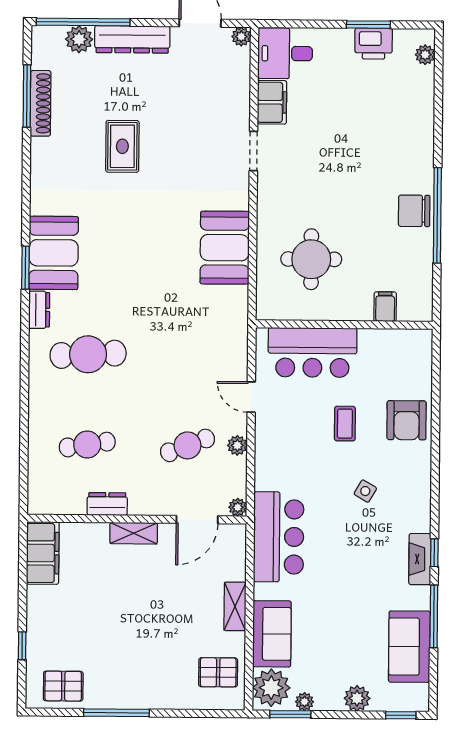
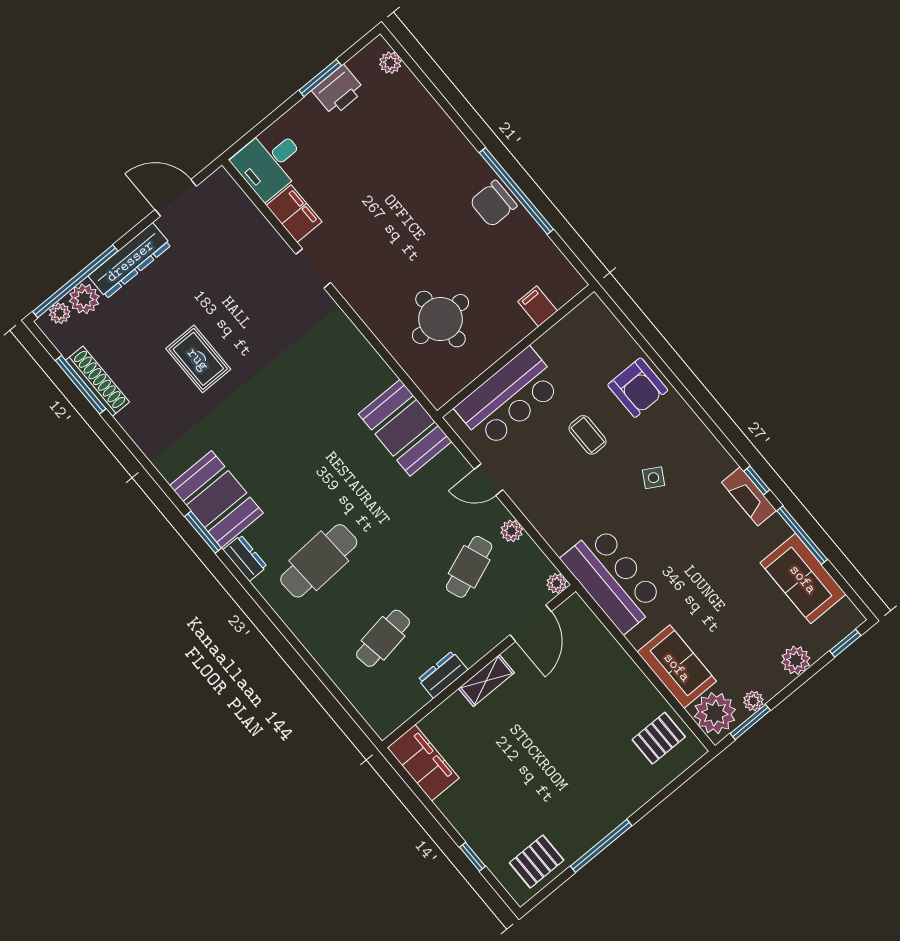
plant: (241, 37) -> (60, 313), moved
booth: (225, 248) -> (405, 428), moved
shelving: (235, 606) -> (626, 670), removed

